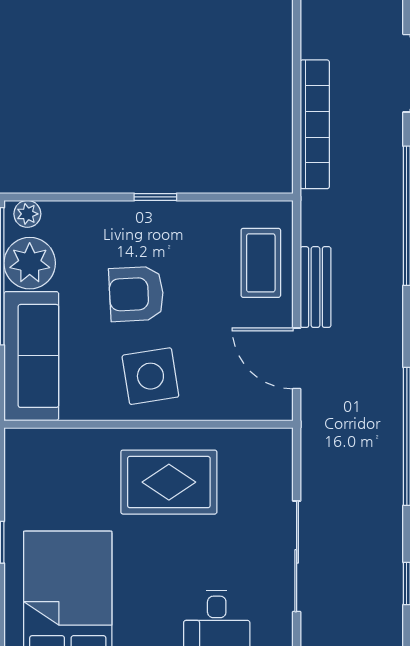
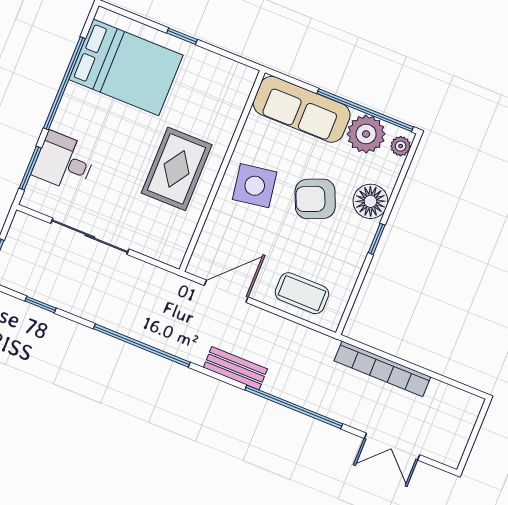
floor lamp: (112, 224) -> (370, 201), added
bench: (315, 287) -> (235, 368), moved
armchair: (136, 294) -> (315, 199), turned -110

